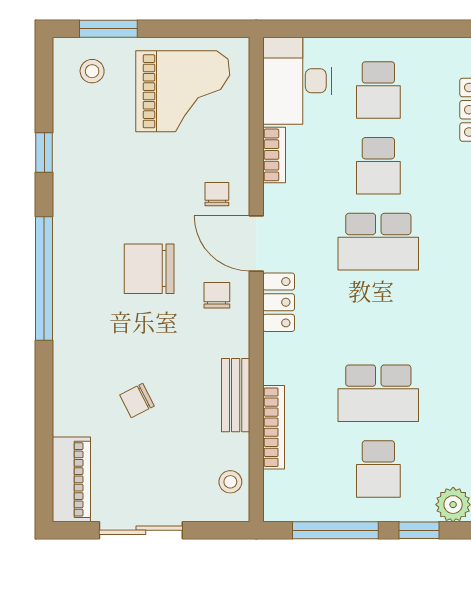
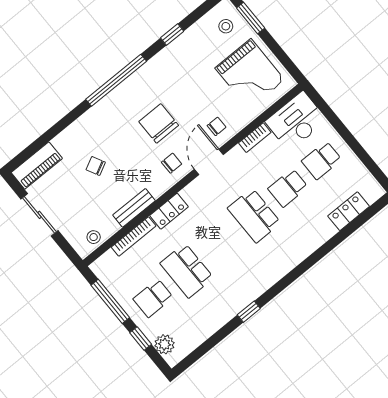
locker: (279, 302) -> (169, 211), moved

